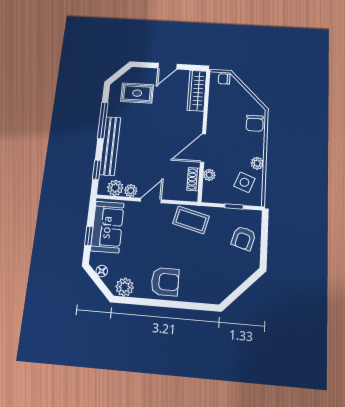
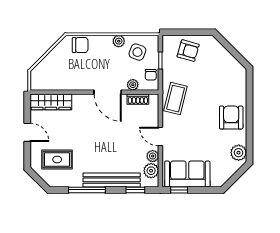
chair: (224, 79) -> (151, 75), moved
rug: (137, 93) -> (57, 160), turned 90
window: (89, 236) -> (179, 190), moved
floor lamp: (102, 271) -> (227, 175), removed

